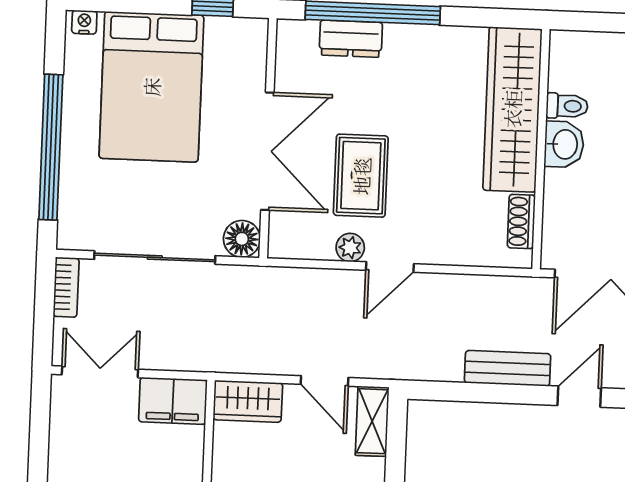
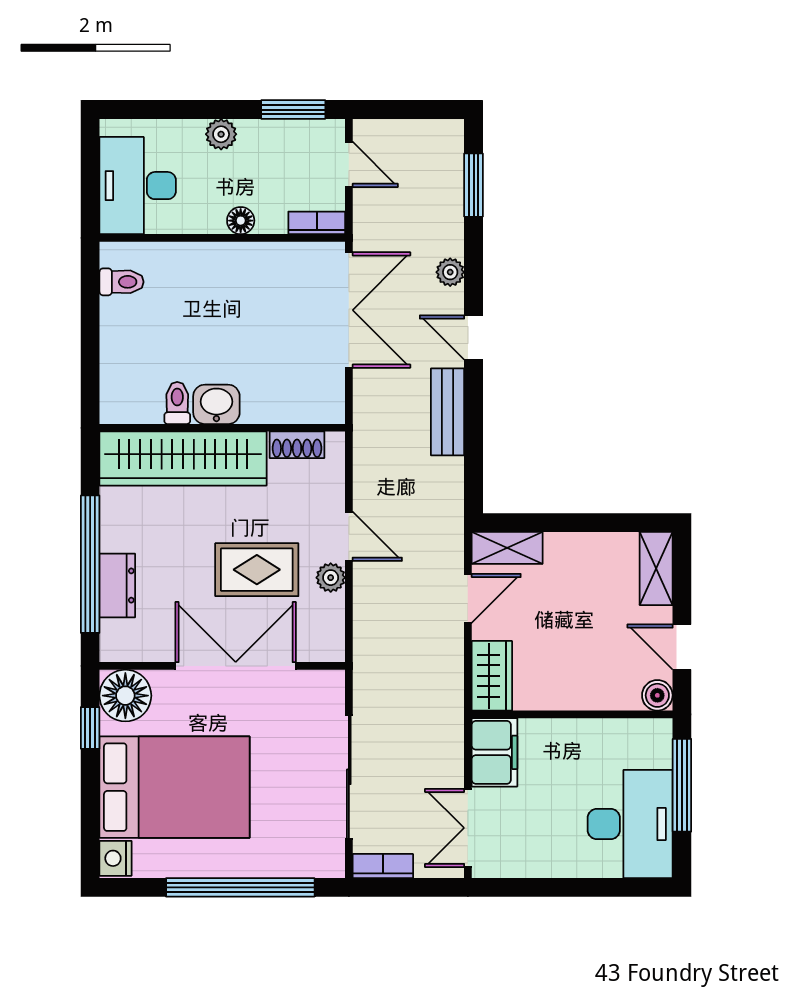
nightstand: (84, 22) -> (116, 858), width x1.39, depth x1.35
toilet: (567, 106) -> (177, 403), moved
wardrobe: (512, 109) -> (183, 459), moved
washbasin: (564, 144) -> (216, 404), moved
wall: (541, 149) -> (222, 428), moved
shoe rack: (521, 221) -> (297, 445), moved
floor lamp: (242, 239) -> (125, 696), moved, width x1.38, depth x1.38

